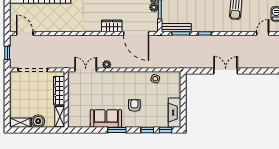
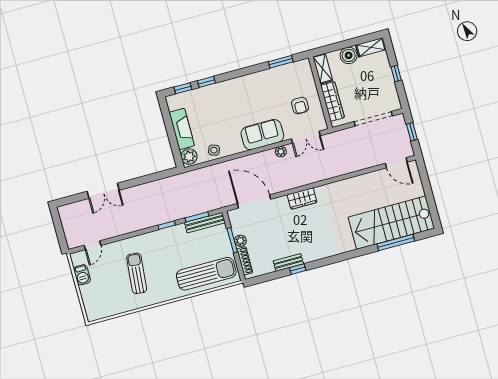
wardrobe: (112, 26) -> (302, 199), moved
double door: (226, 71) -> (103, 191), moved
plant: (175, 79) -> (189, 157), added
window: (7, 98) -> (396, 73), added
armchair: (134, 106) -> (300, 106), moved
fireplace: (175, 113) -> (182, 129), moved
sofa: (106, 119) -> (262, 135), moved, turned 180
window: (117, 130) -> (281, 62), moved

